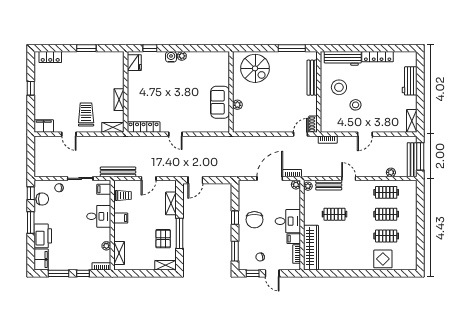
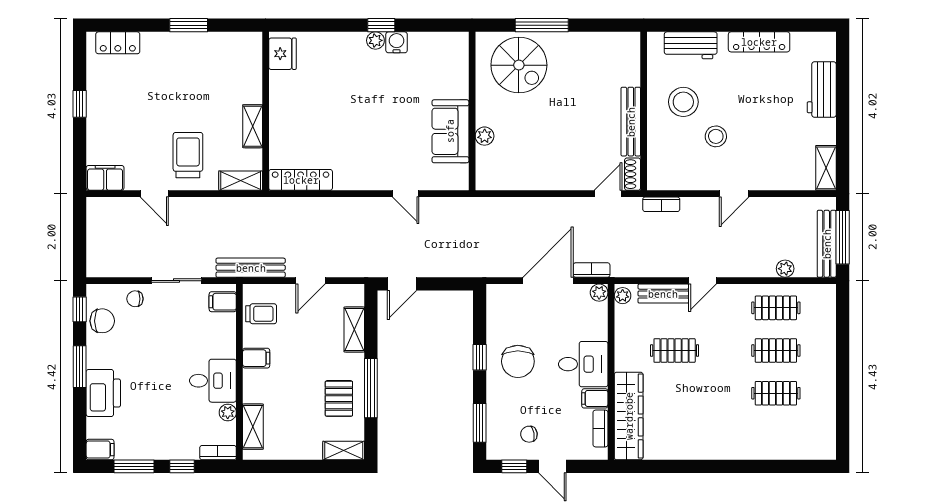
window: (150, 48) -> (381, 25), moved
window: (292, 48) -> (542, 25), moved
water cooler: (171, 57) -> (397, 42), moved
workbench: (343, 58) -> (691, 45), width x0.73
bench: (312, 78) -> (631, 122), moved
door: (175, 134) -> (406, 194), moved
door: (349, 178) -> (703, 281), swing flipped
desk: (99, 216) -> (213, 381), moved
filing cabinet: (41, 259) -> (100, 450), width x0.50
display table: (383, 259) -> (769, 438), removed

